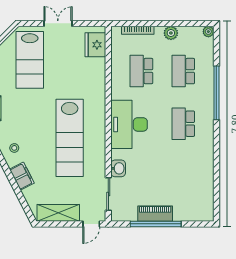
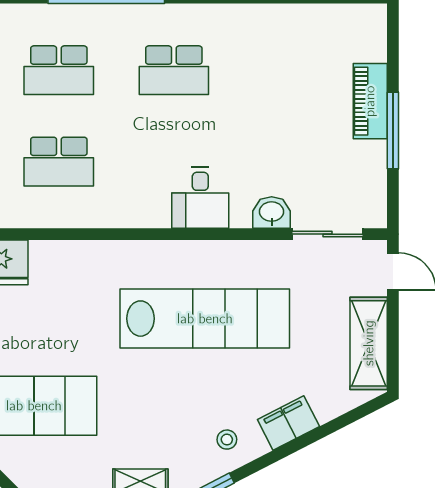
desk: (129, 124) -> (200, 198), width x0.53, depth x0.77
piano: (155, 214) -> (370, 101), moved
window: (156, 224) -> (393, 131), width x0.68

